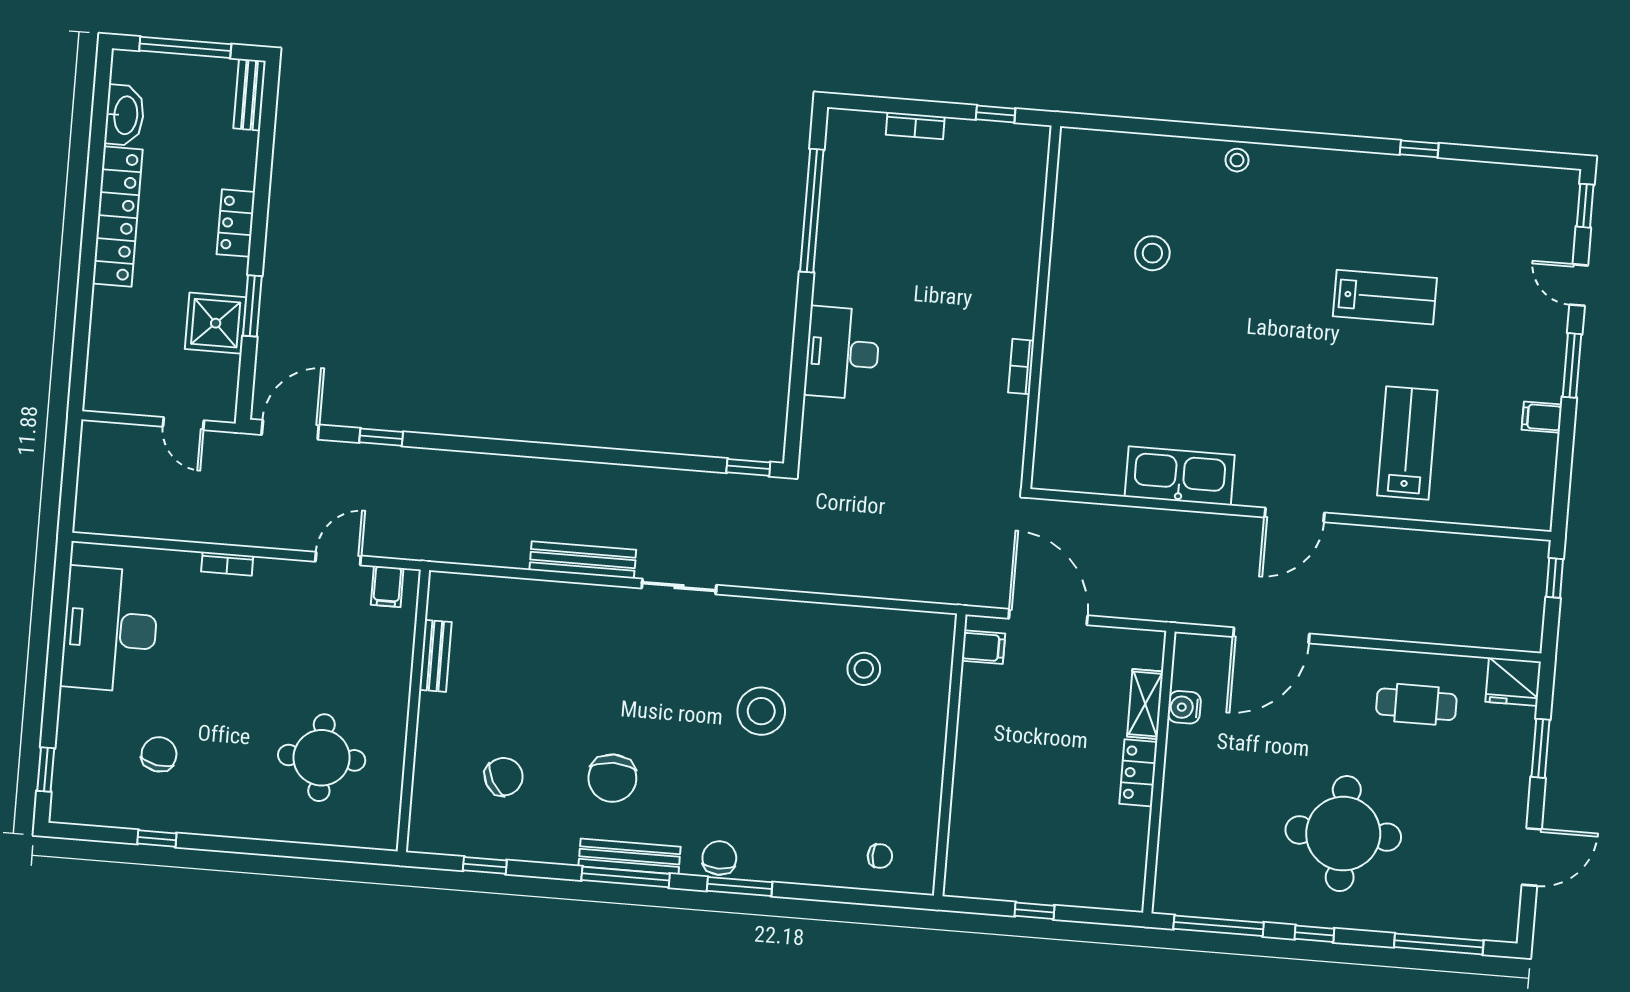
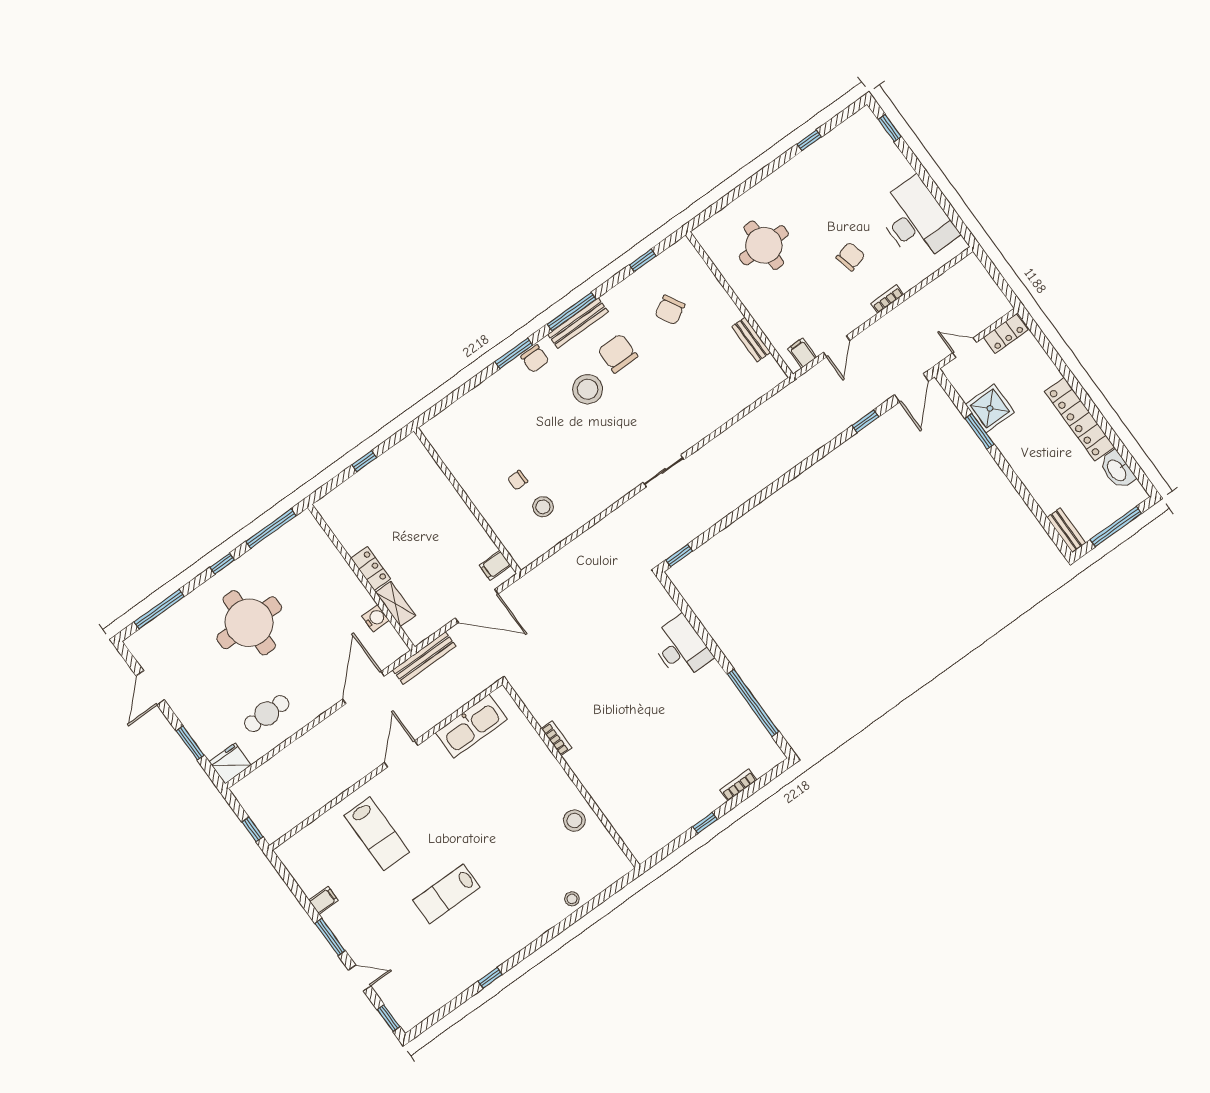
locker: (236, 223) -> (1006, 334), moved, turned 90
wall: (1041, 307) -> (571, 774), moved
bookcase: (1021, 367) -> (556, 738), moved
bench: (583, 560) -> (424, 658), moved
stool: (761, 711) -> (588, 389), moved
chair: (159, 754) -> (851, 257), moved, turned -114
chair: (880, 856) -> (518, 480), moved

